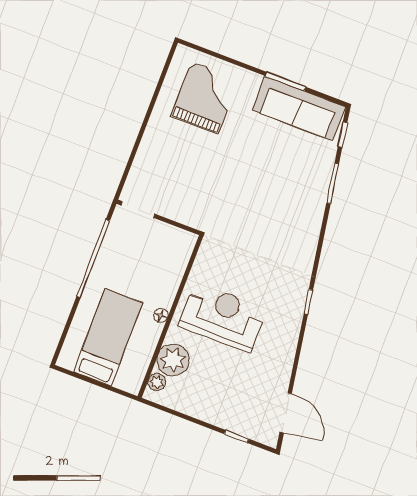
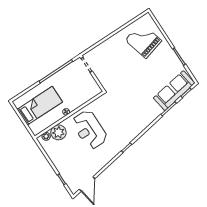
grand piano: (205, 98) -> (143, 40), turned -105
sofa: (299, 108) -> (174, 91), moved, turned 81
reception desk: (223, 317) -> (89, 130), turned 180

